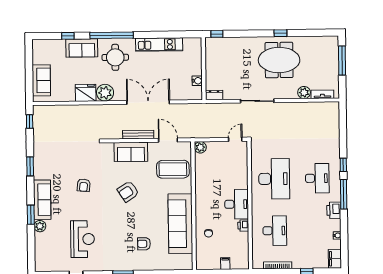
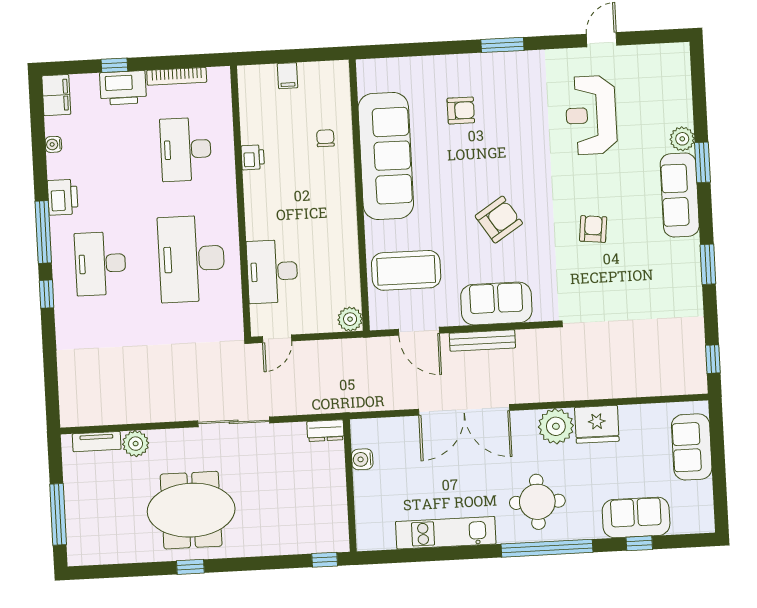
sofa: (82, 48) -> (636, 517), moved
desk: (237, 204) -> (272, 271), moved
printer: (303, 261) -> (123, 88), added

